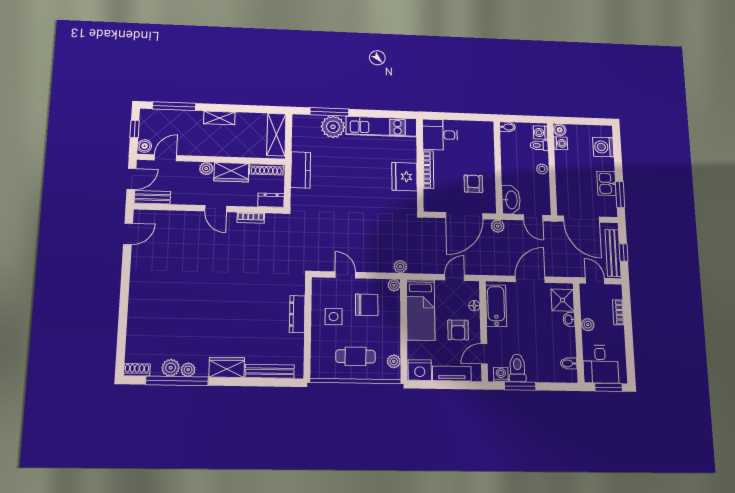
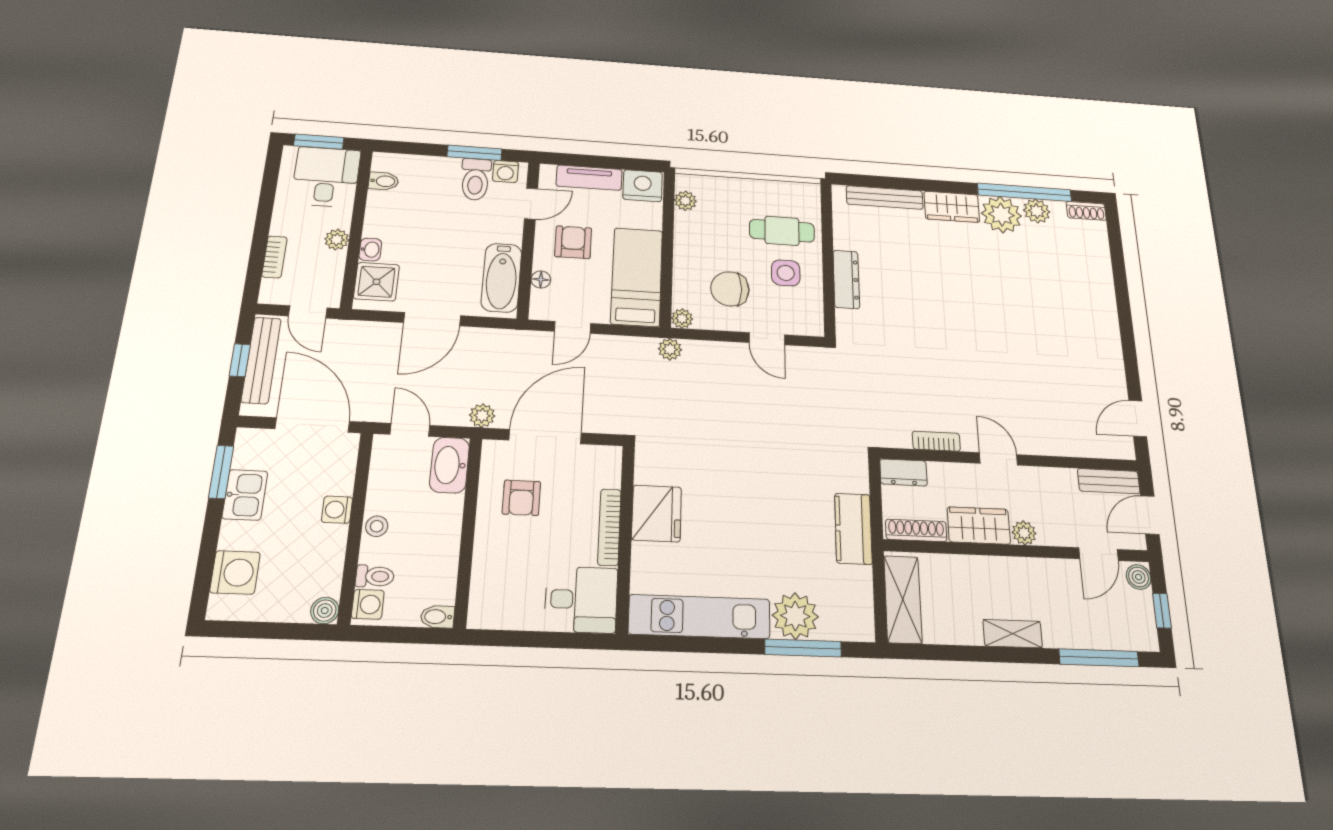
washing machine: (561, 143) -> (337, 510), moved
cafe table: (356, 356) -> (782, 231), moved
plant: (188, 370) -> (1001, 215), width x1.88, depth x1.88

